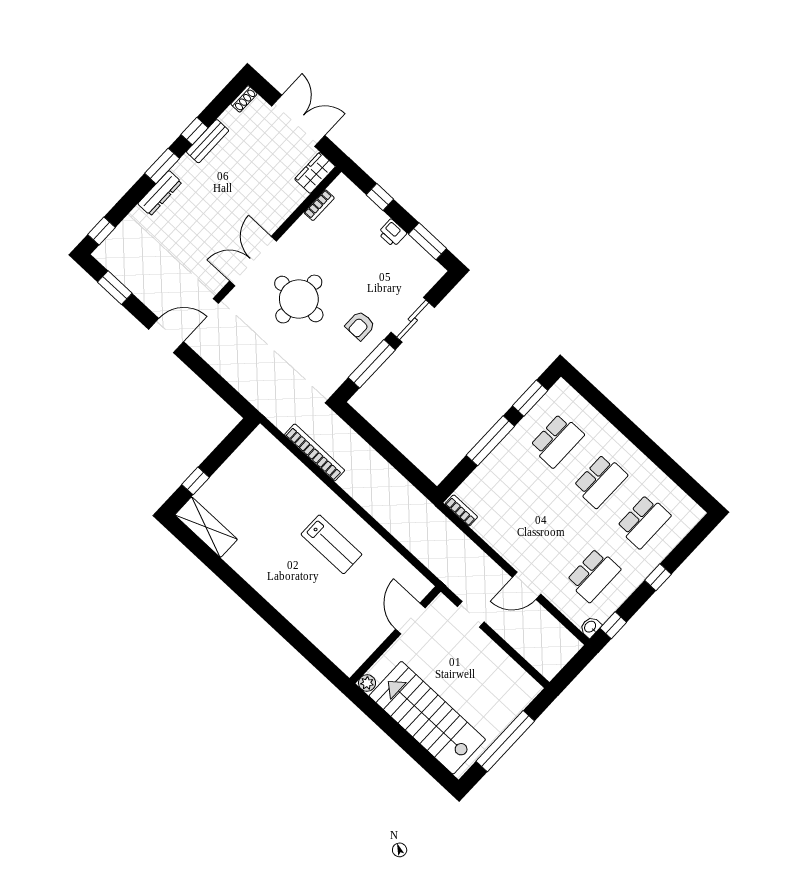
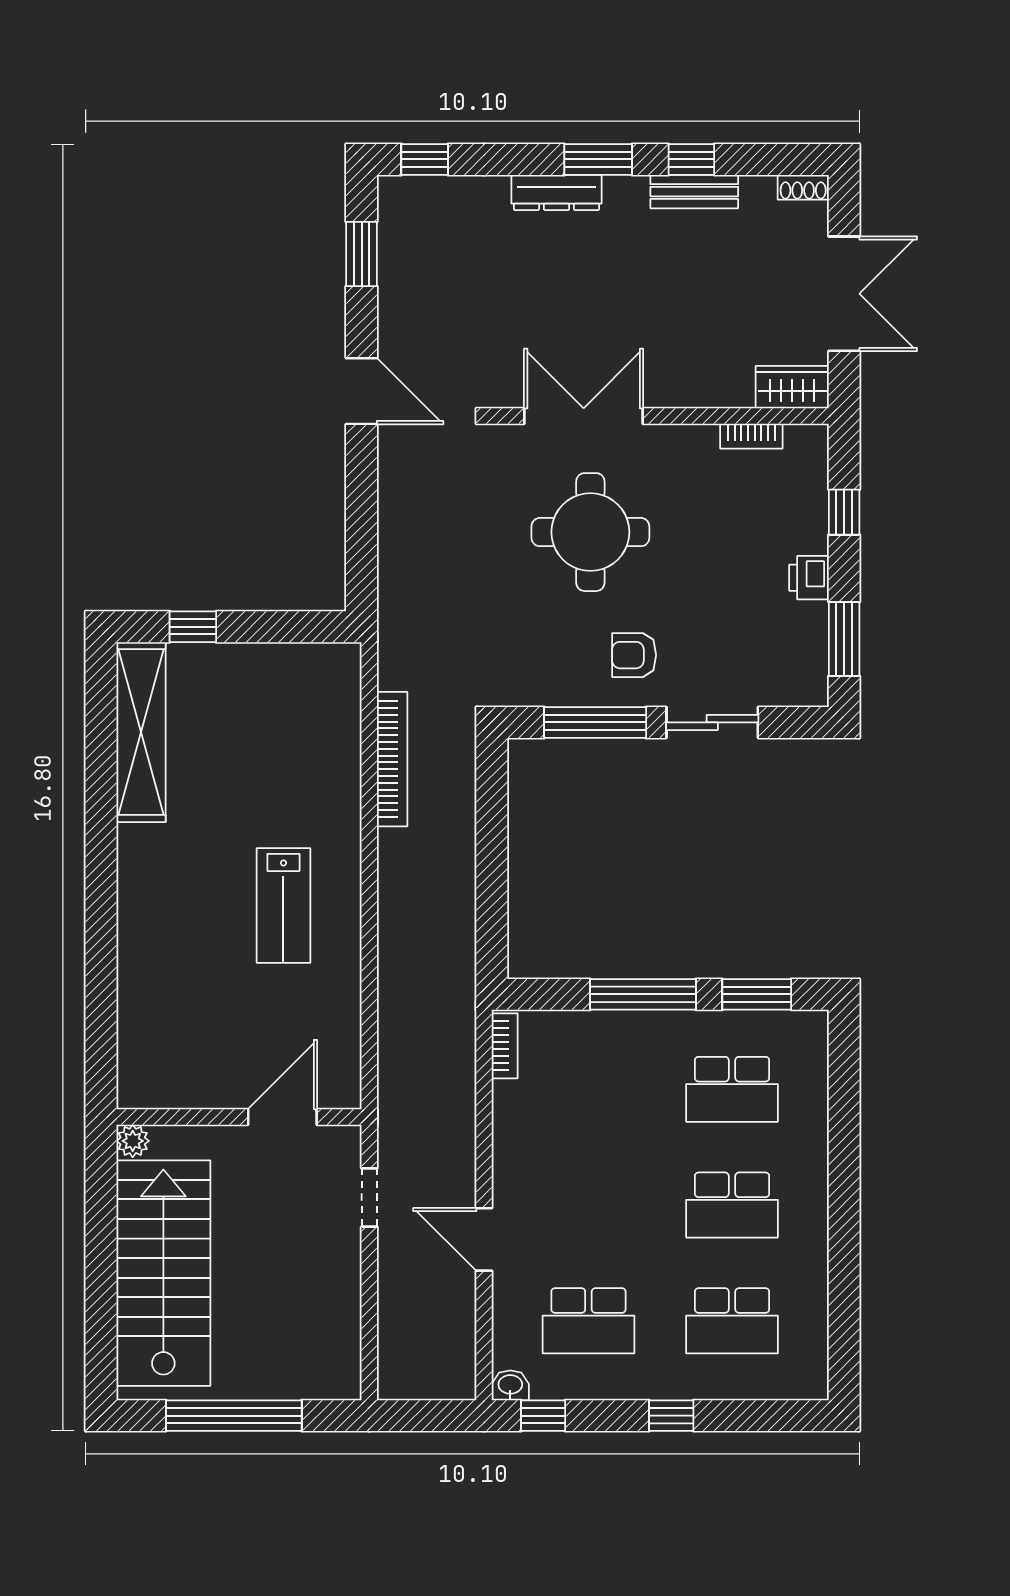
shelving: (206, 527) -> (141, 732), width x1.47

